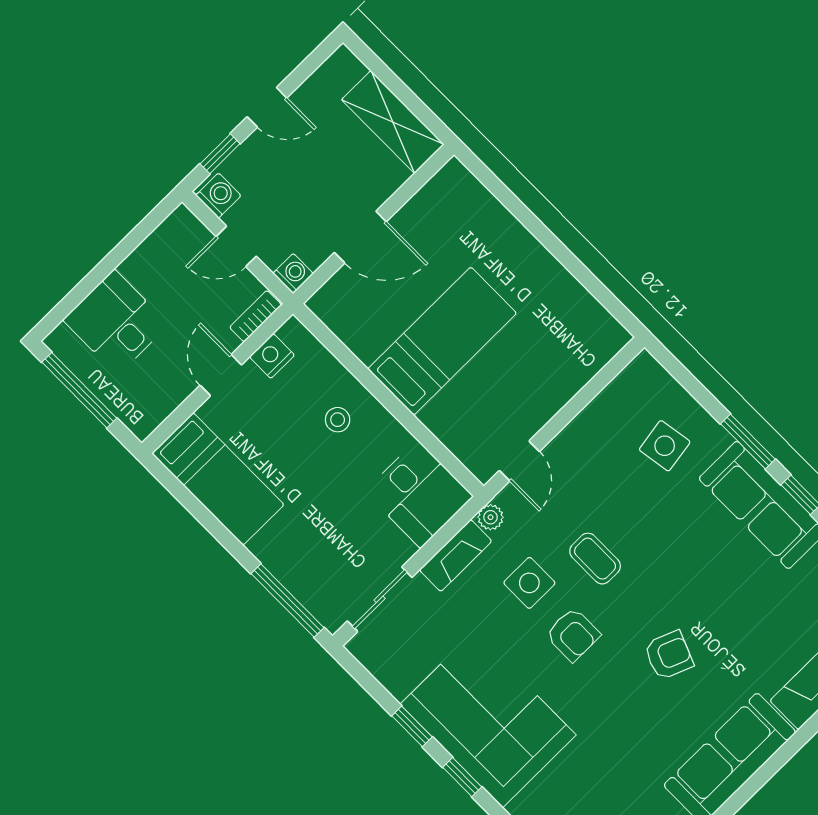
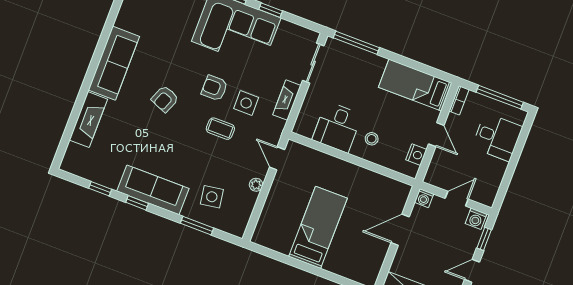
bookcase: (256, 316) -> (459, 100), moved
bed: (442, 341) -> (318, 227), moved, turned 180
window: (748, 441) -> (197, 226), moved
desk: (419, 494) -> (337, 127), moved, turned -90
plant: (491, 517) -> (256, 185), moved

